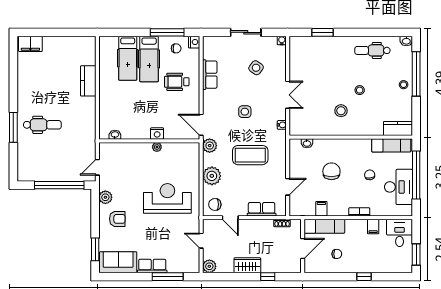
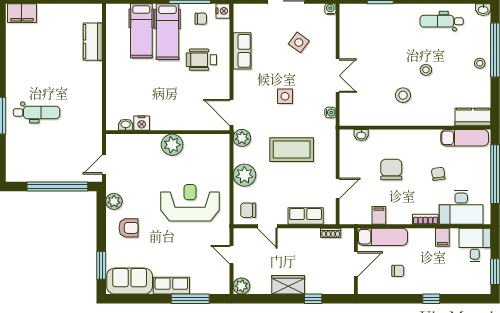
kitchen counter: (88, 81) -> (93, 42), moved
nightstand: (157, 134) -> (142, 123), moved
plant: (157, 147) -> (172, 145), width x1.88, depth x1.88
desk: (398, 187) -> (461, 207), moved, turned 90

